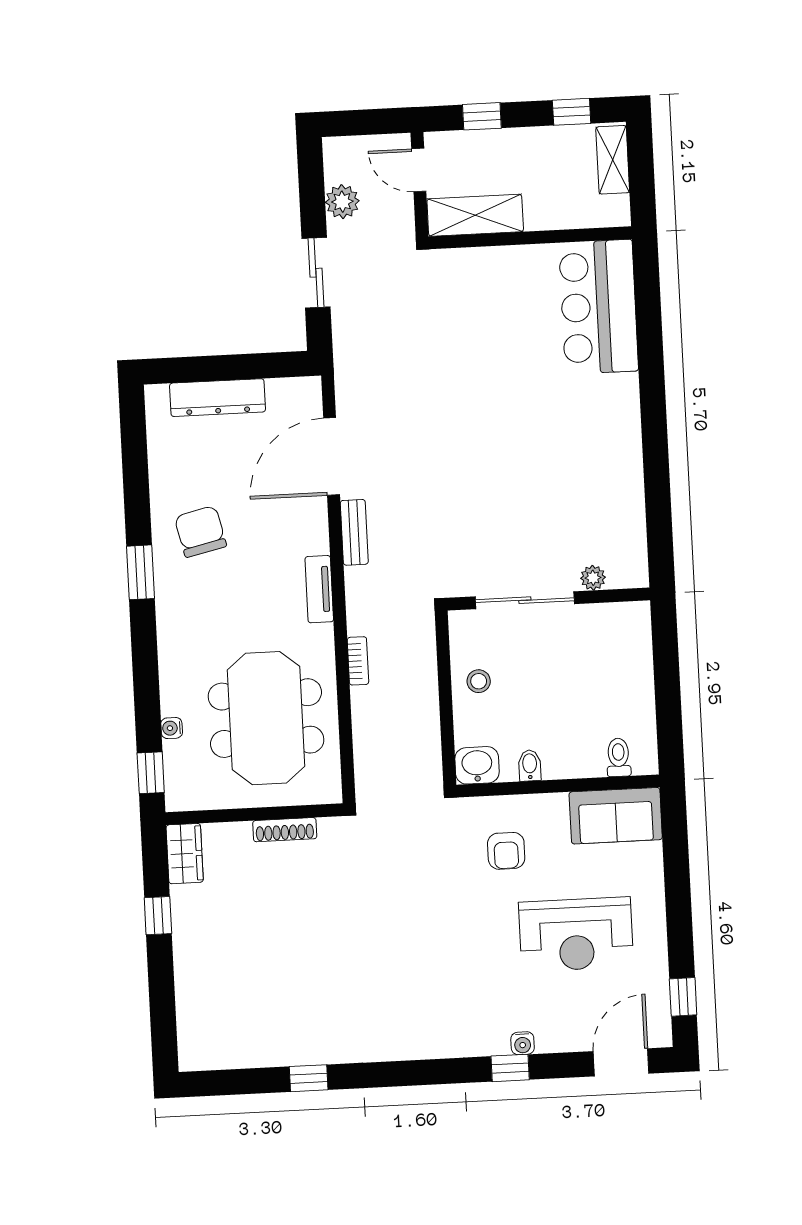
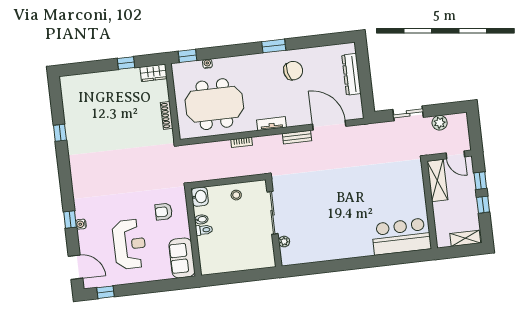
window: (572, 112) -> (483, 205), moved
door: (419, 170) -> (455, 155), swing flipped
toilet: (618, 757) -> (204, 230), moved
reception desk: (576, 934) -> (130, 244), turned 180

